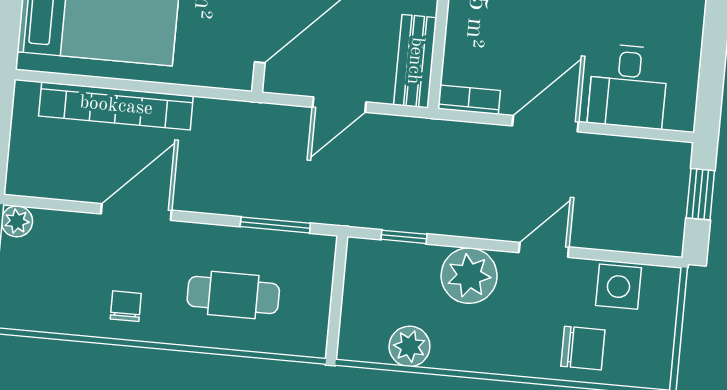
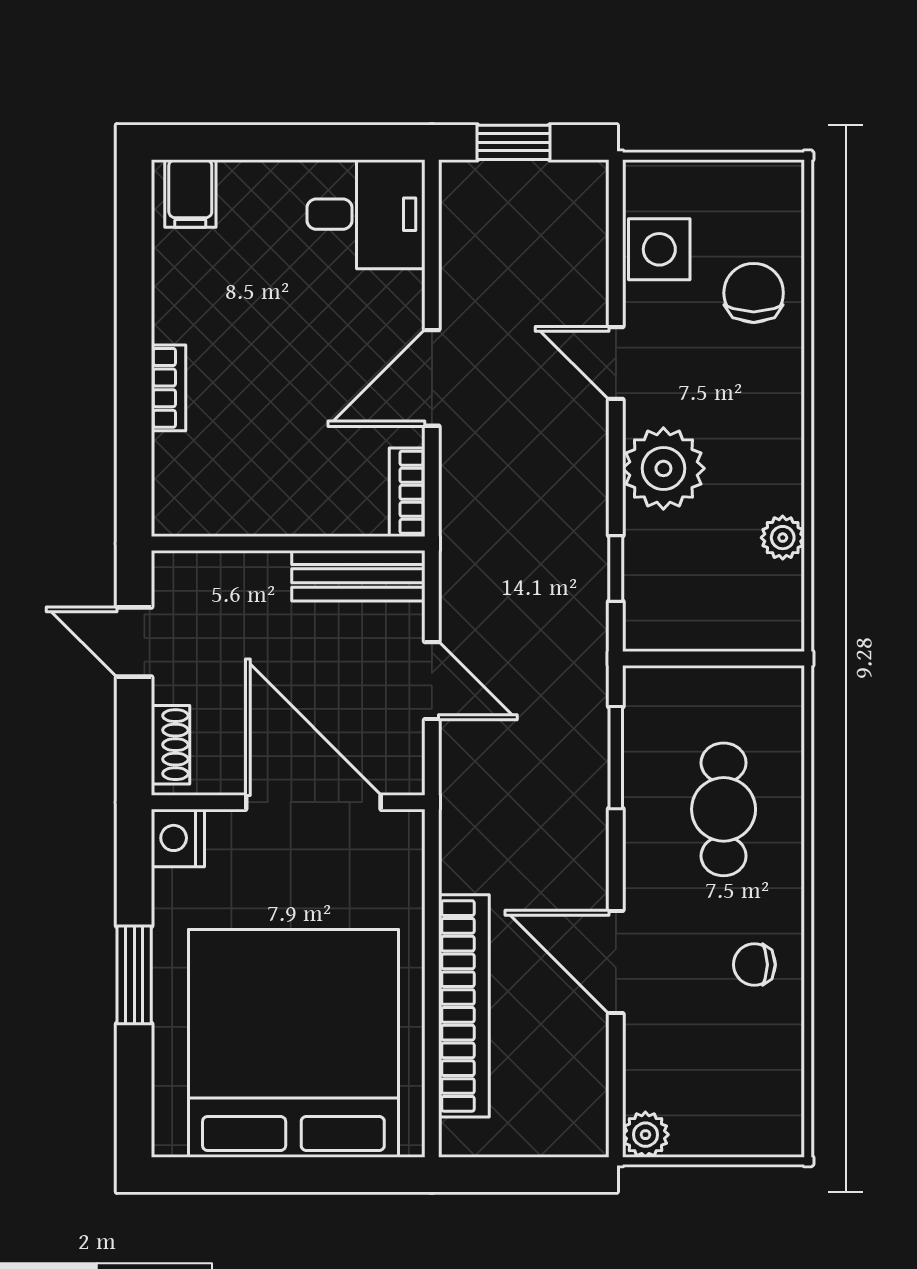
desk: (628, 86) -> (366, 214), moved
door: (545, 124) -> (432, 378), hinge flipped
plant: (409, 346) -> (783, 538), width x0.73, depth x0.73

